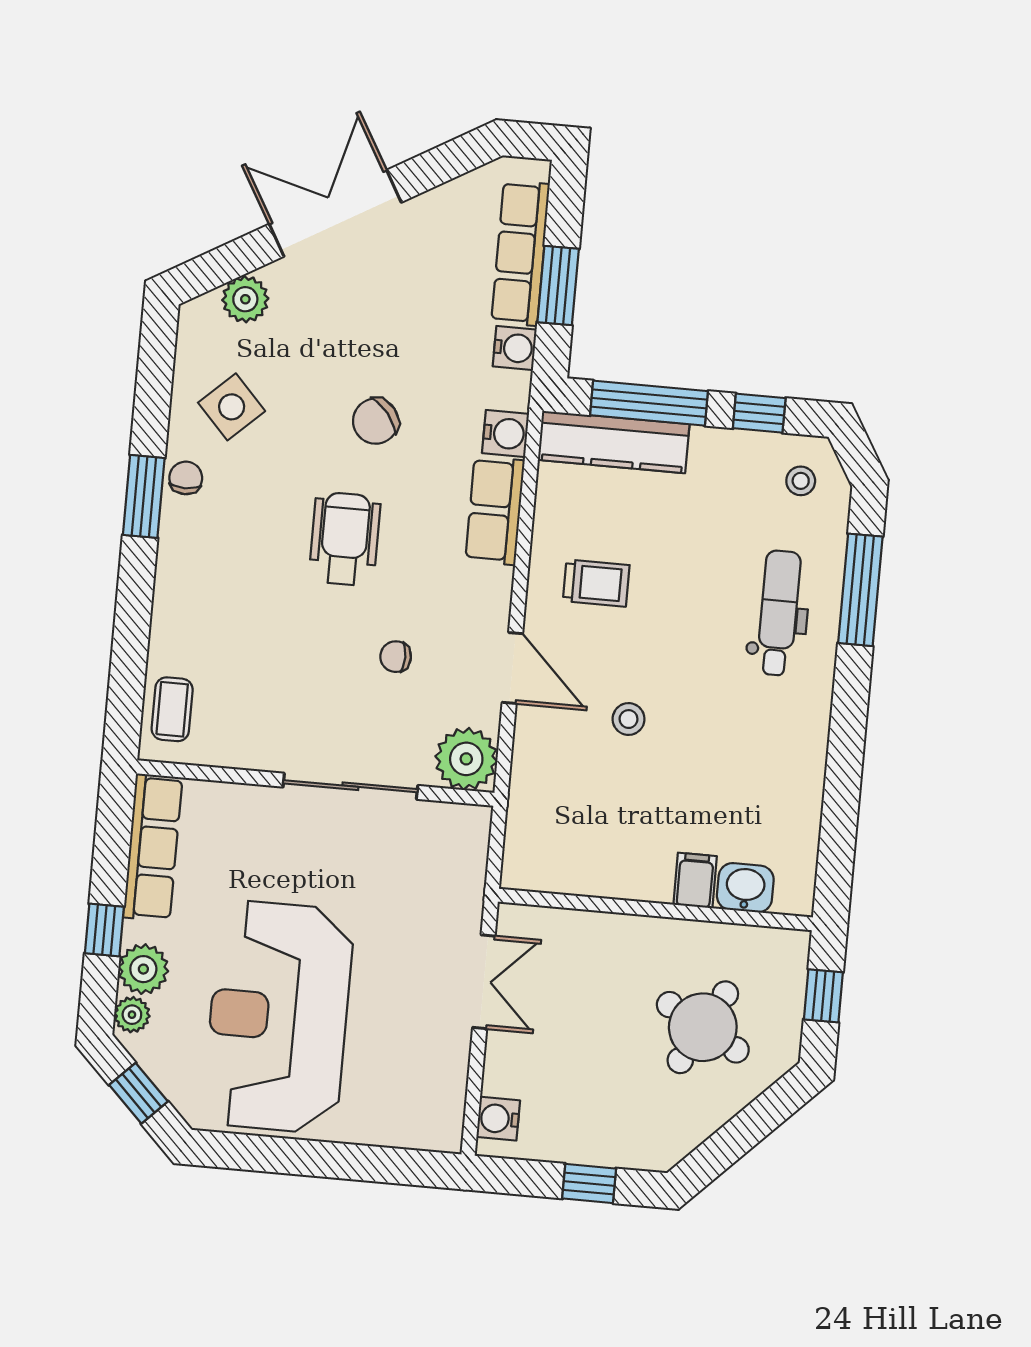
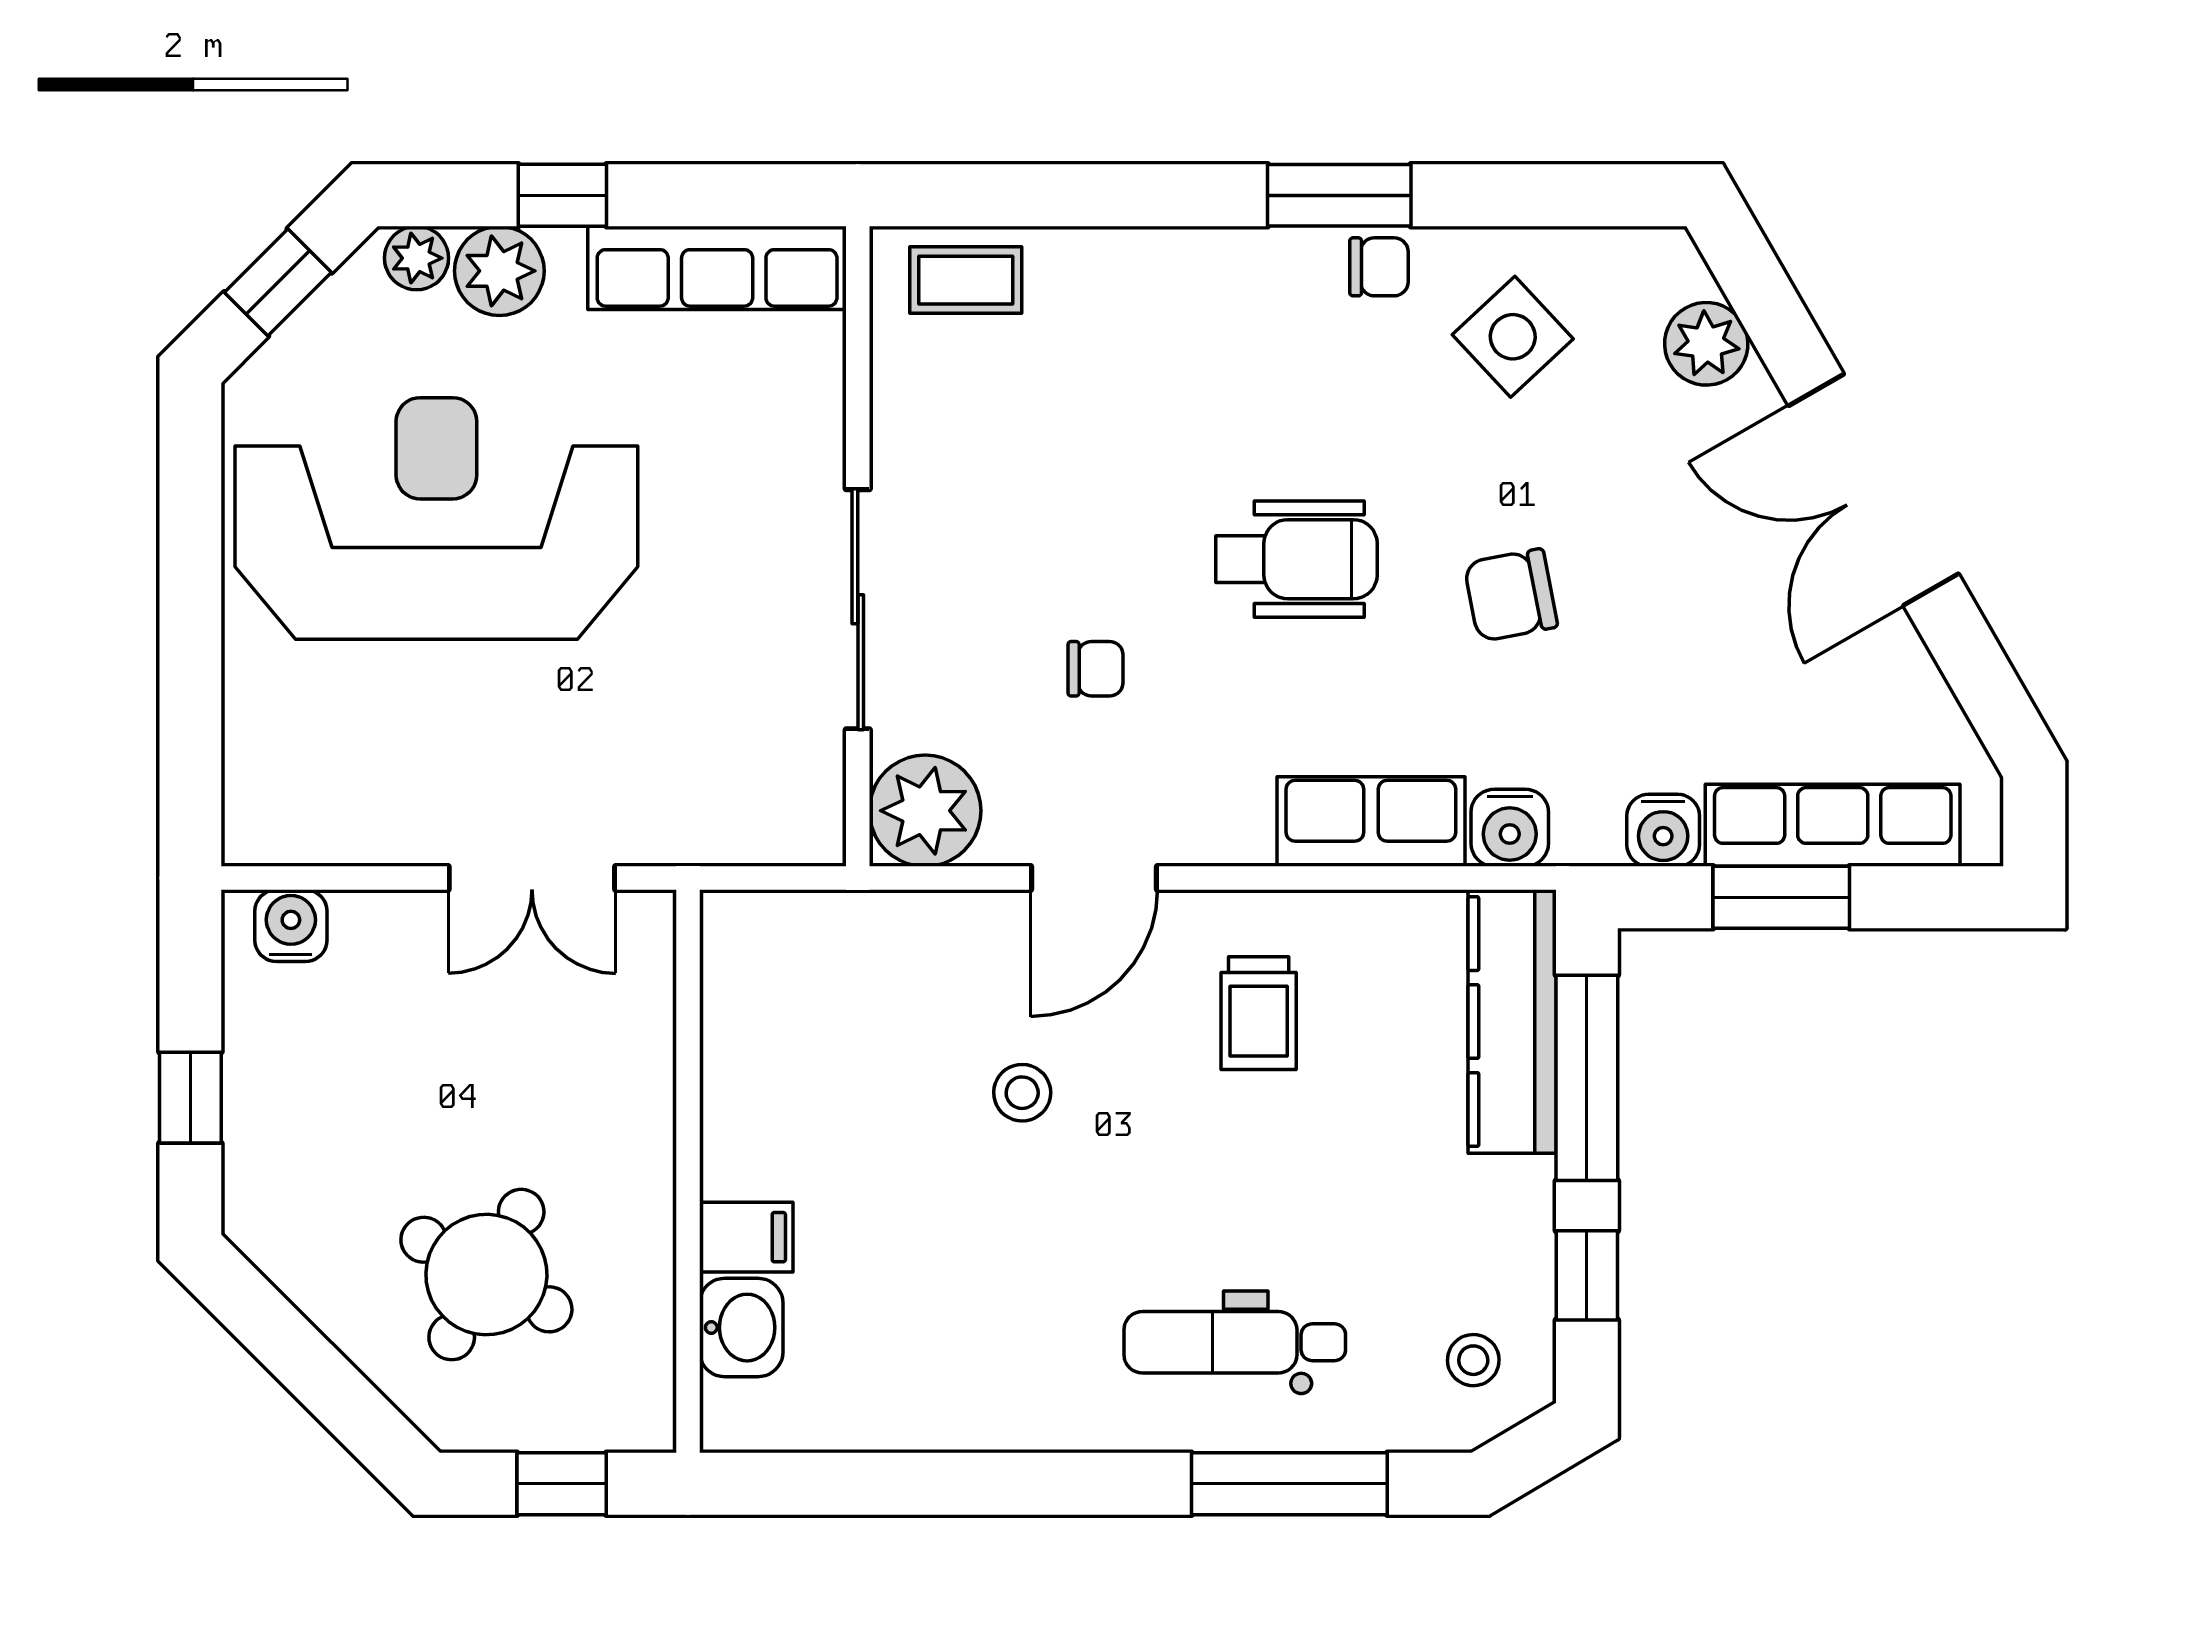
double door: (335, 213) -> (1874, 490), swing flipped
chair: (376, 421) -> (1511, 595), turned -62
dental chair: (779, 613) -> (1235, 1342), turned 180
chair: (396, 657) -> (1096, 669), turned 90

